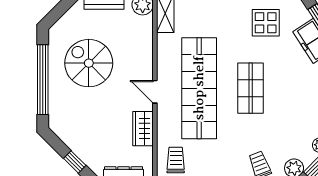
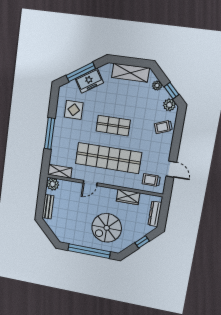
spiral stairs: (89, 63) -> (107, 228), moved
door: (155, 92) -> (90, 183), moved

